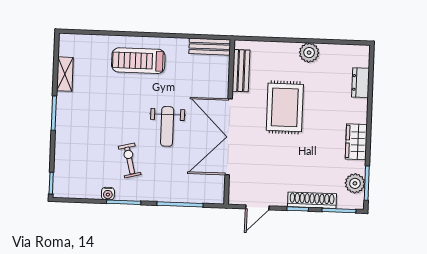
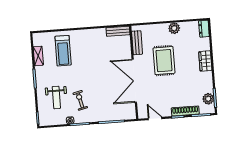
treadmill: (138, 61) -> (63, 51), moved, turned -90
dresser: (361, 83) -> (204, 29), moved
weight bench: (167, 126) -> (56, 97), moved
wardrobe: (356, 142) -> (205, 61), moved
door: (257, 207) -> (155, 119), swing flipped

